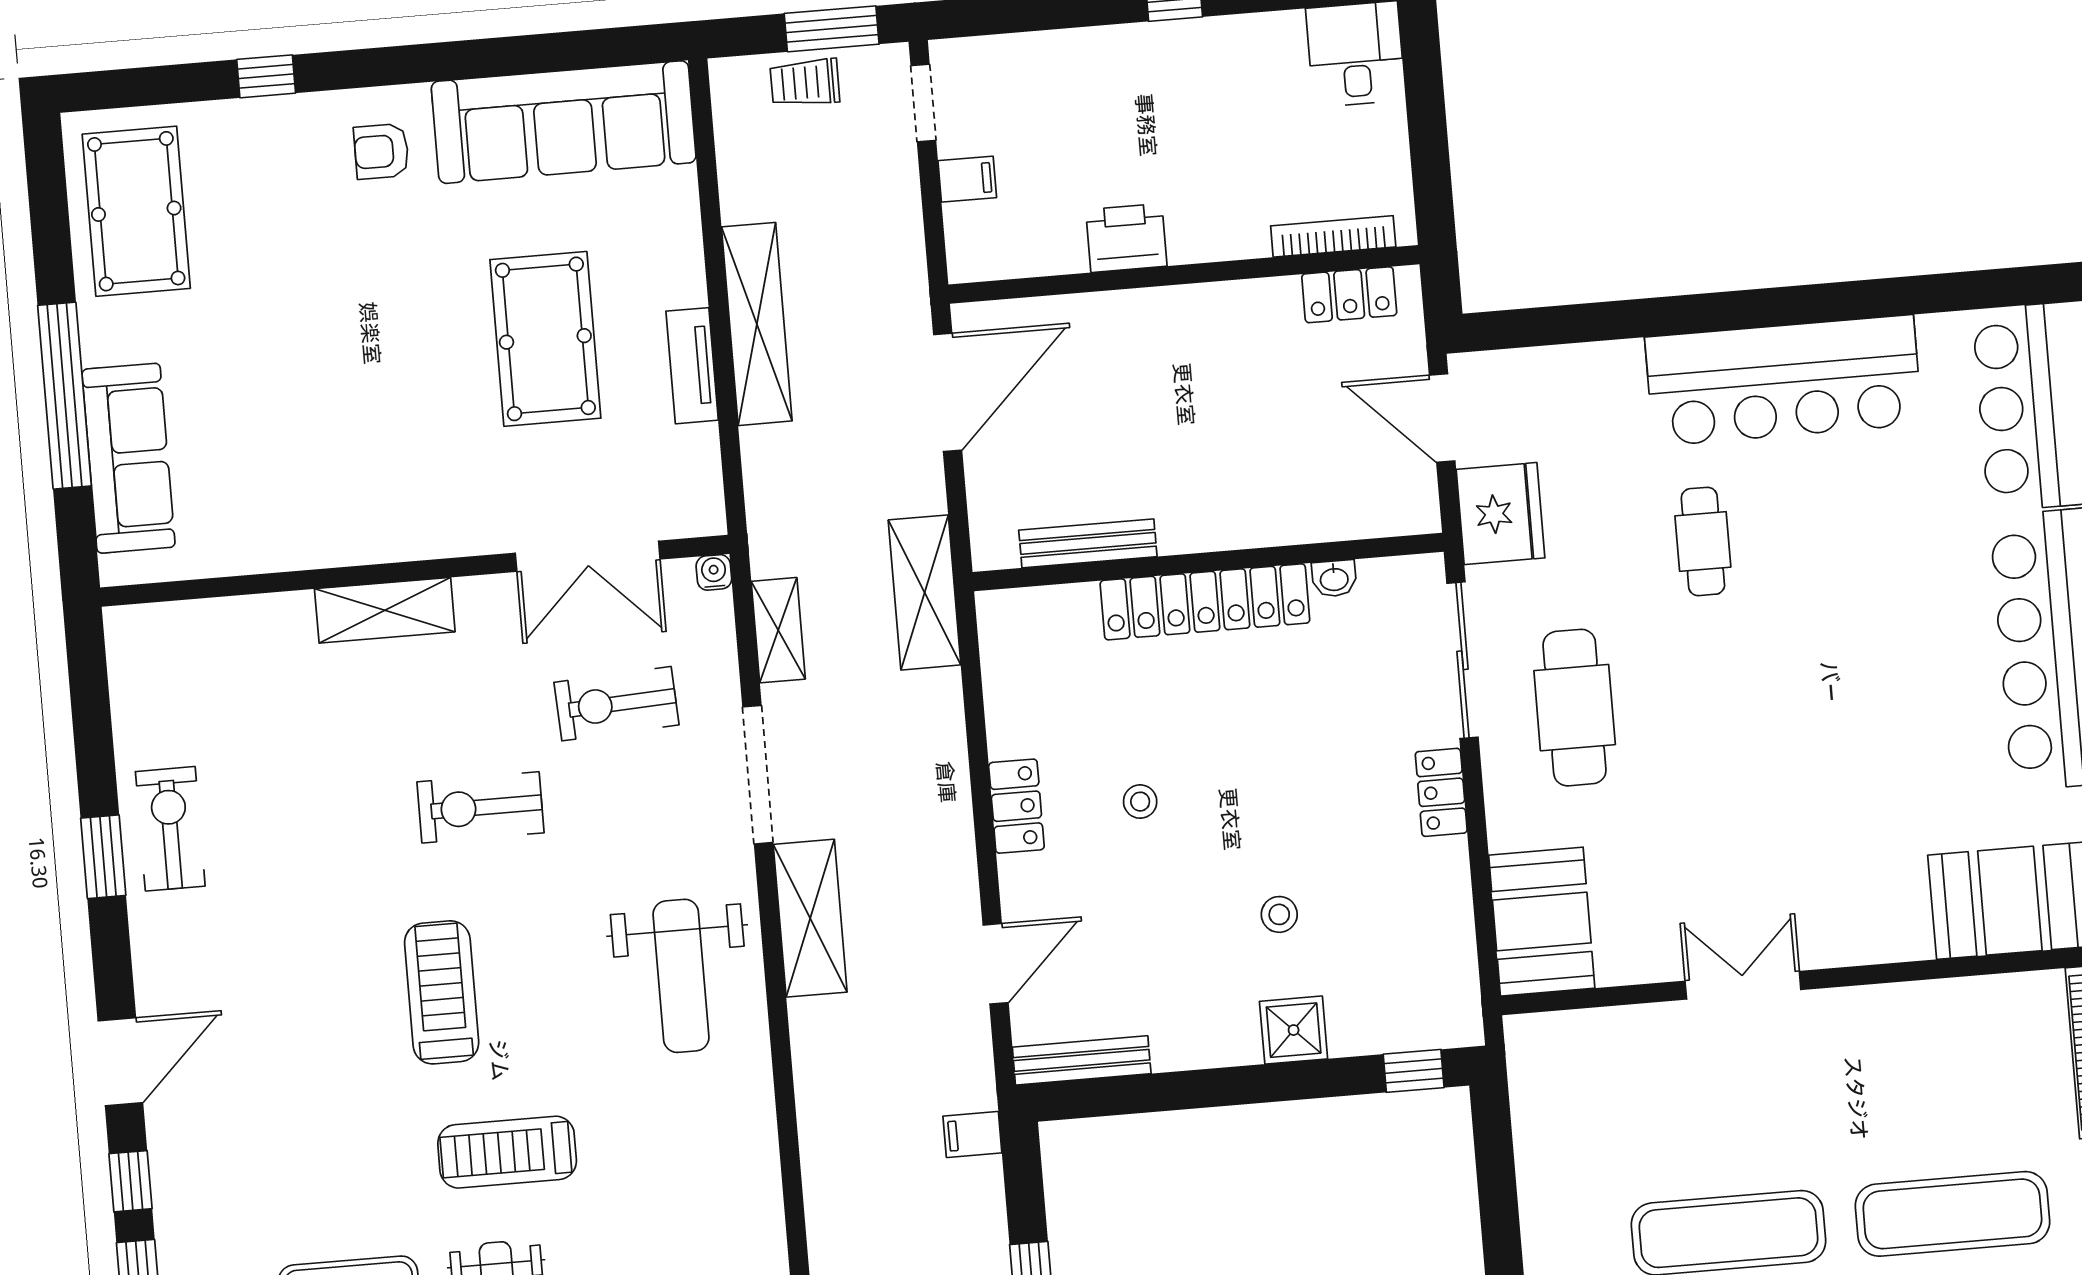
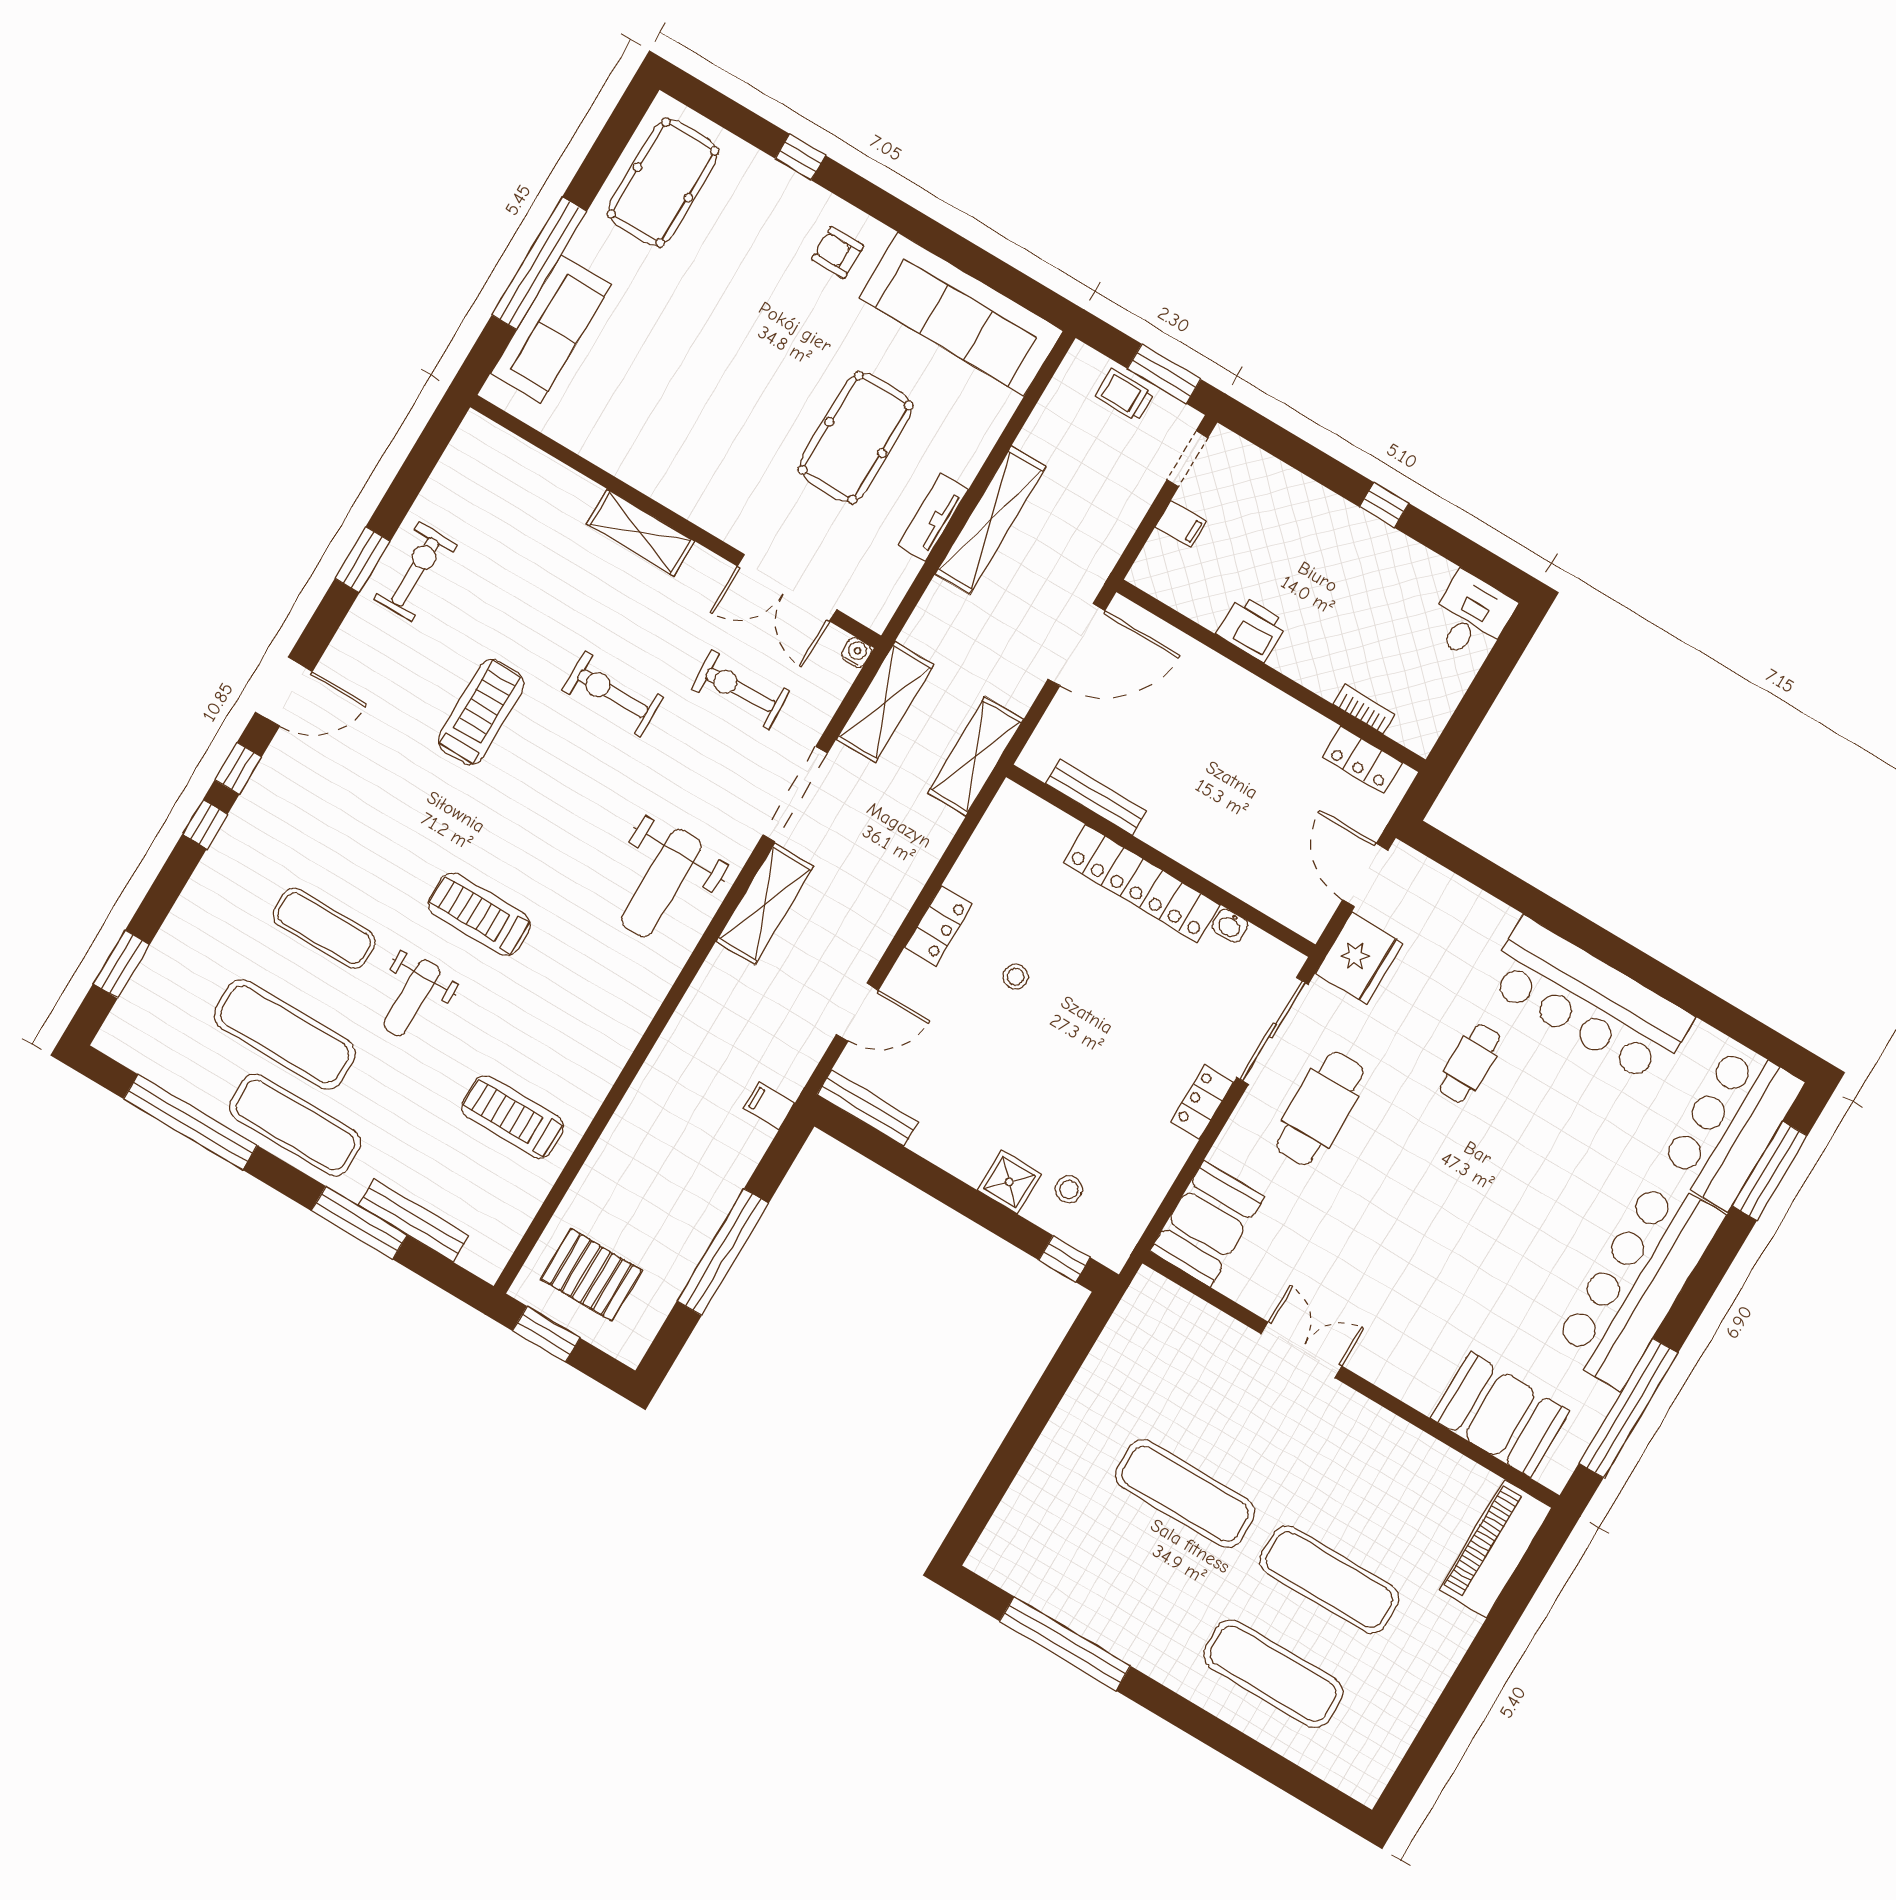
bookcase: (1333, 236) -> (1364, 709), width x0.64
shelving: (778, 630) -> (885, 702), width x1.50, depth x1.33
stool: (1279, 914) -> (1069, 1189), moved
treadmill: (442, 992) -> (481, 712), moved

